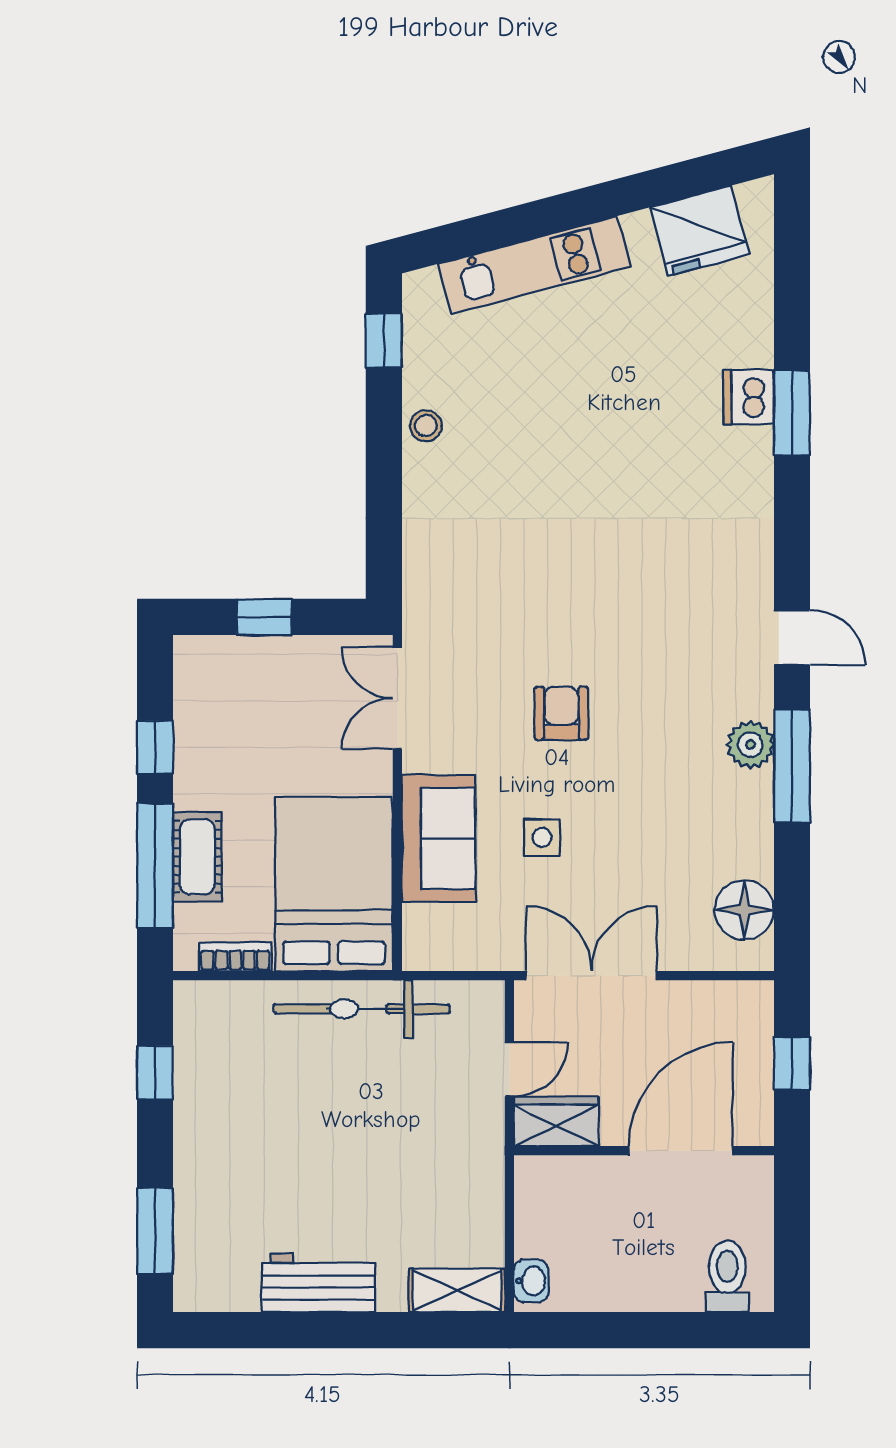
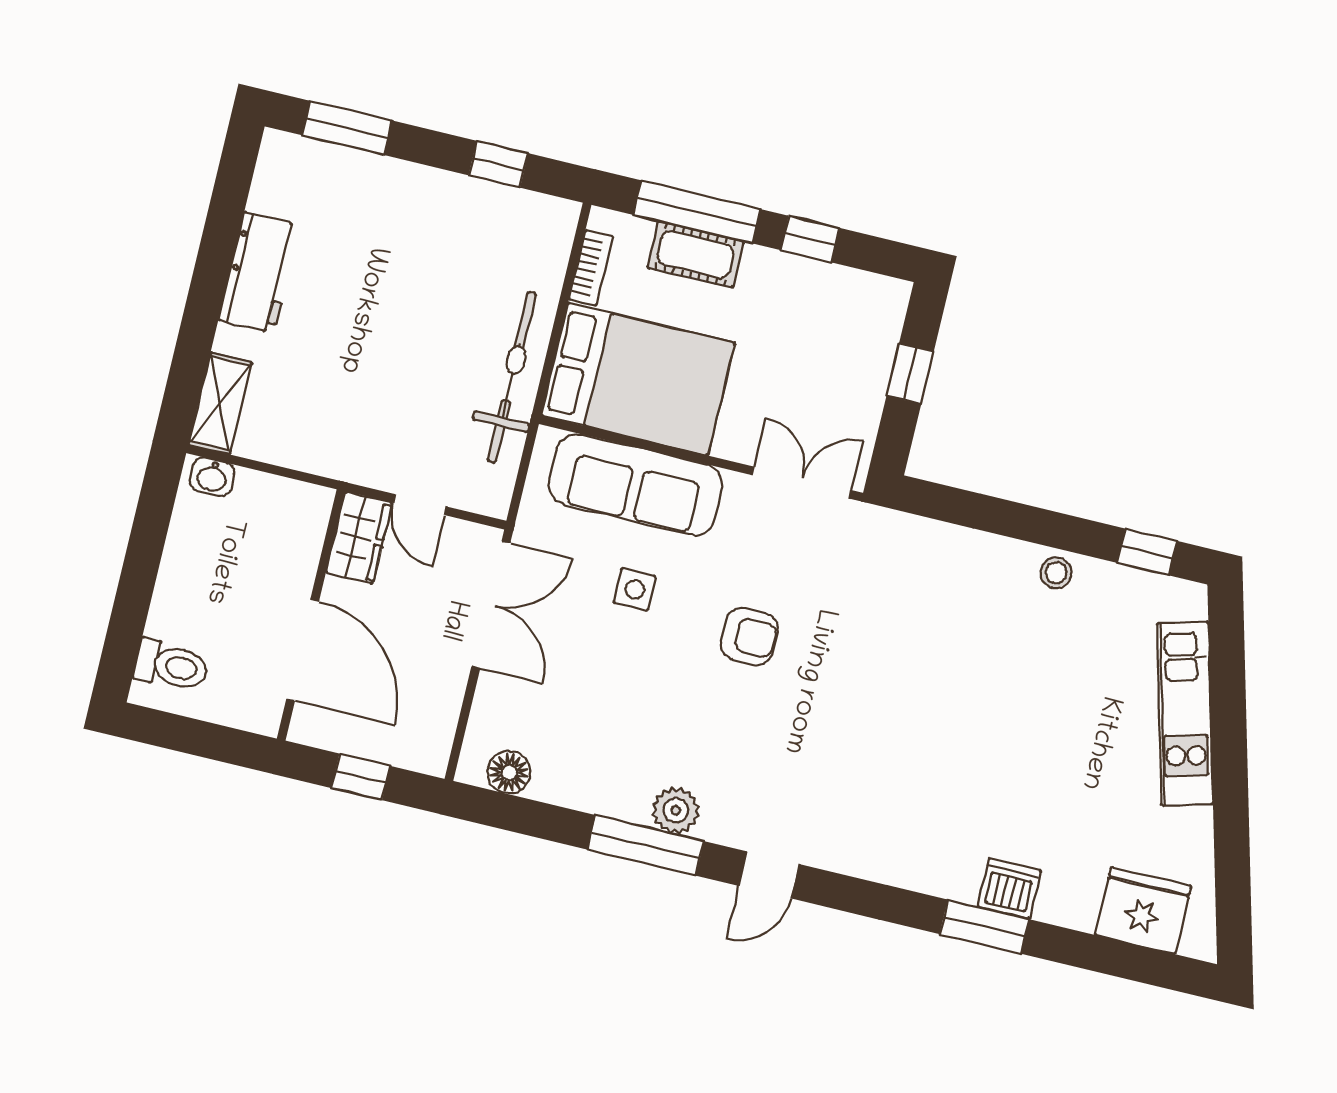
fridge: (699, 231) -> (1143, 910), moved, turned 105
sofa: (439, 839) -> (635, 485), width x1.36
floor lamp: (744, 910) -> (509, 772), width x0.73, depth x0.73

